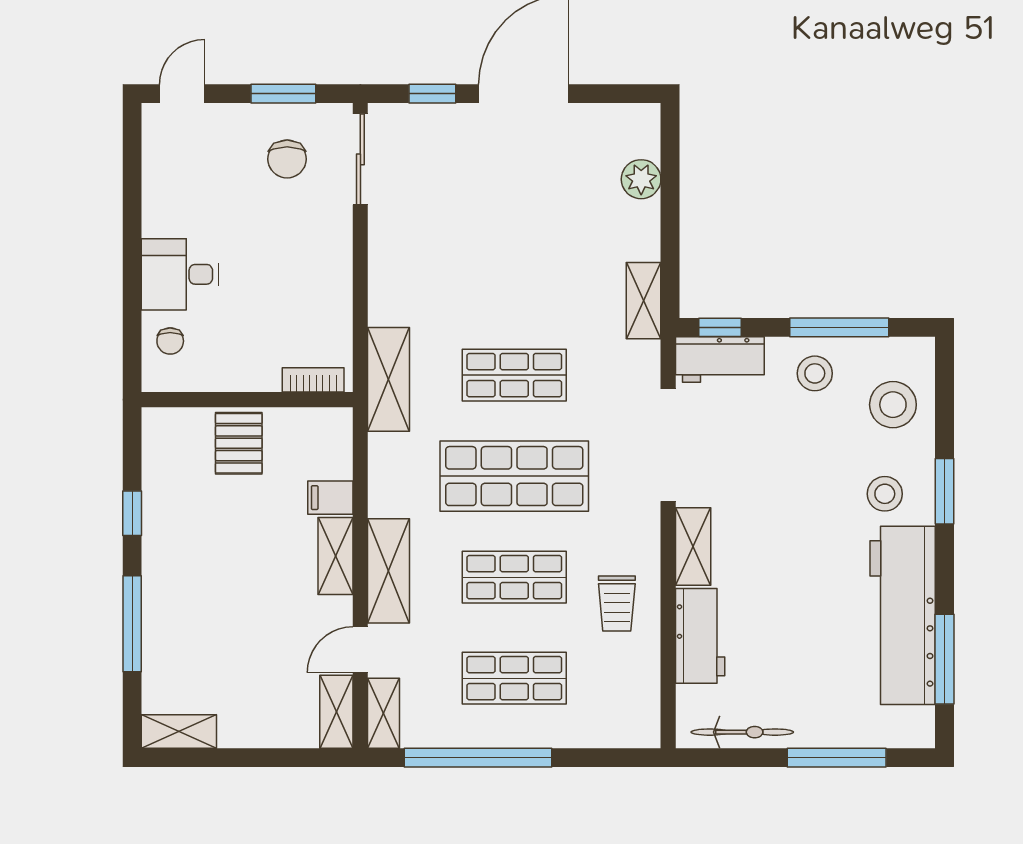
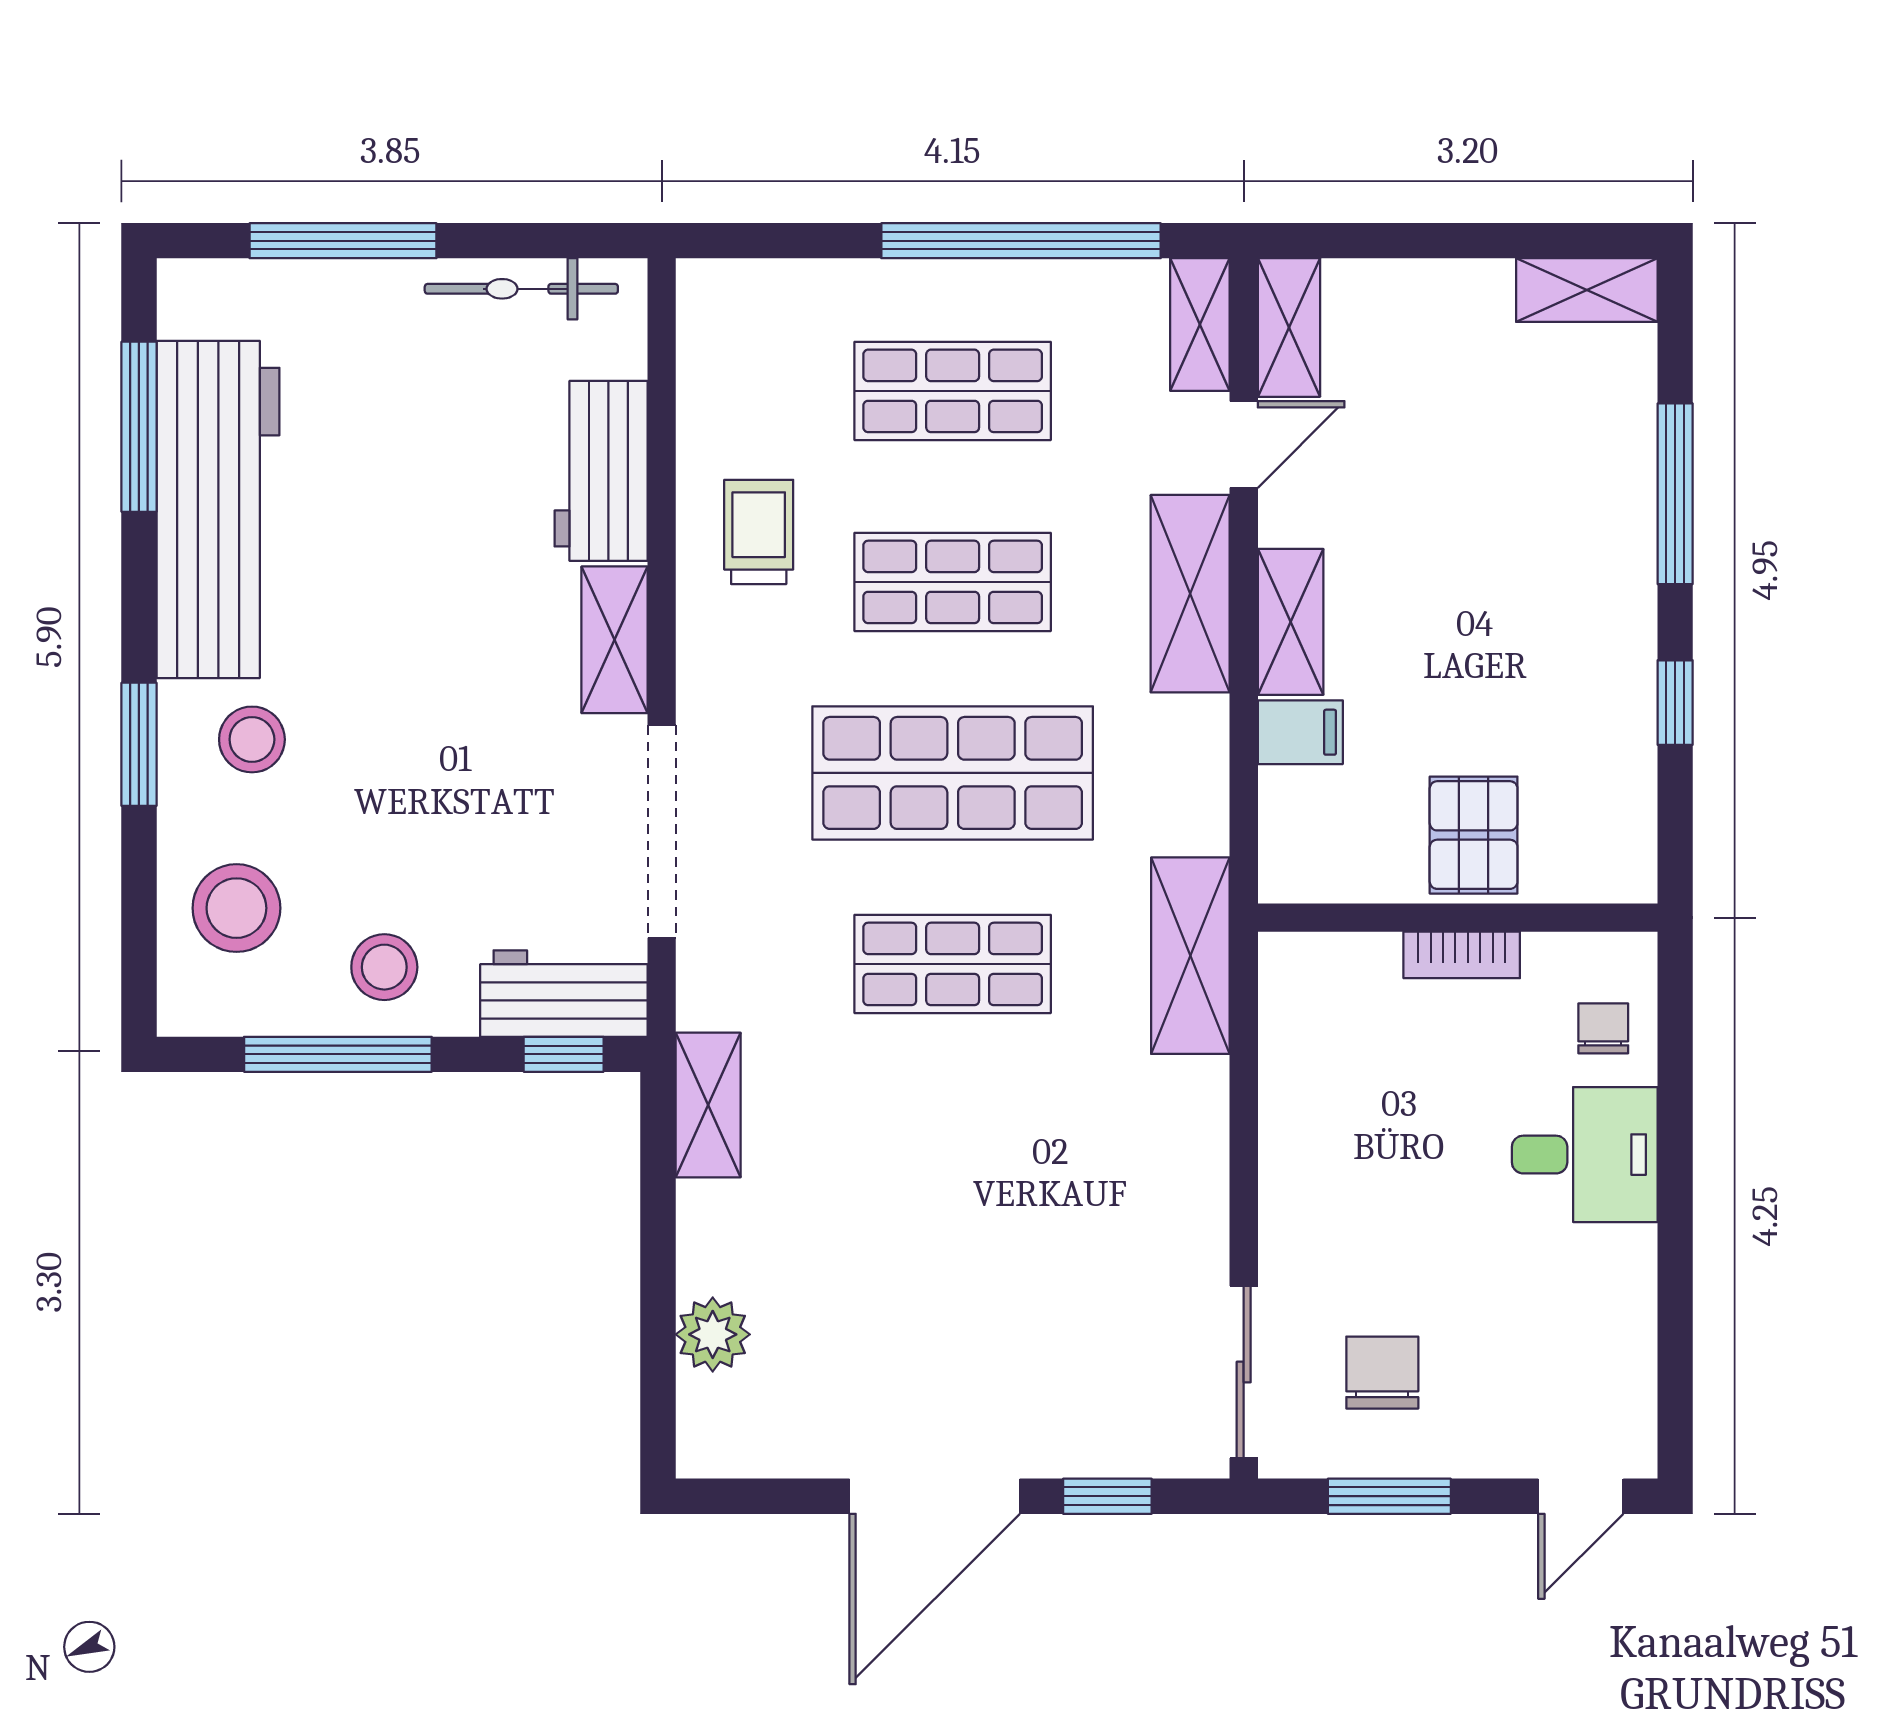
bookcase: (313, 380) -> (1462, 955), moved

